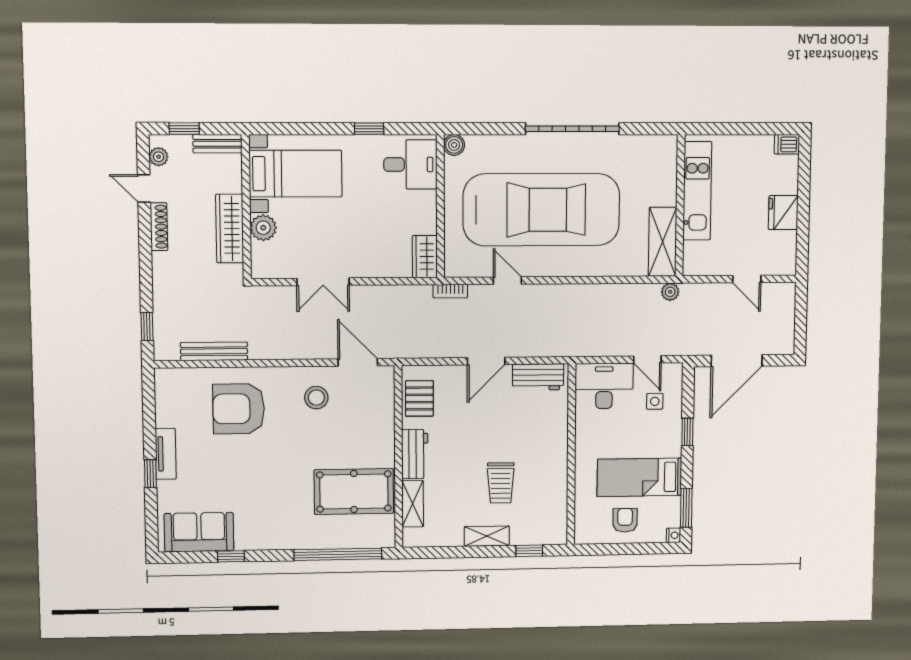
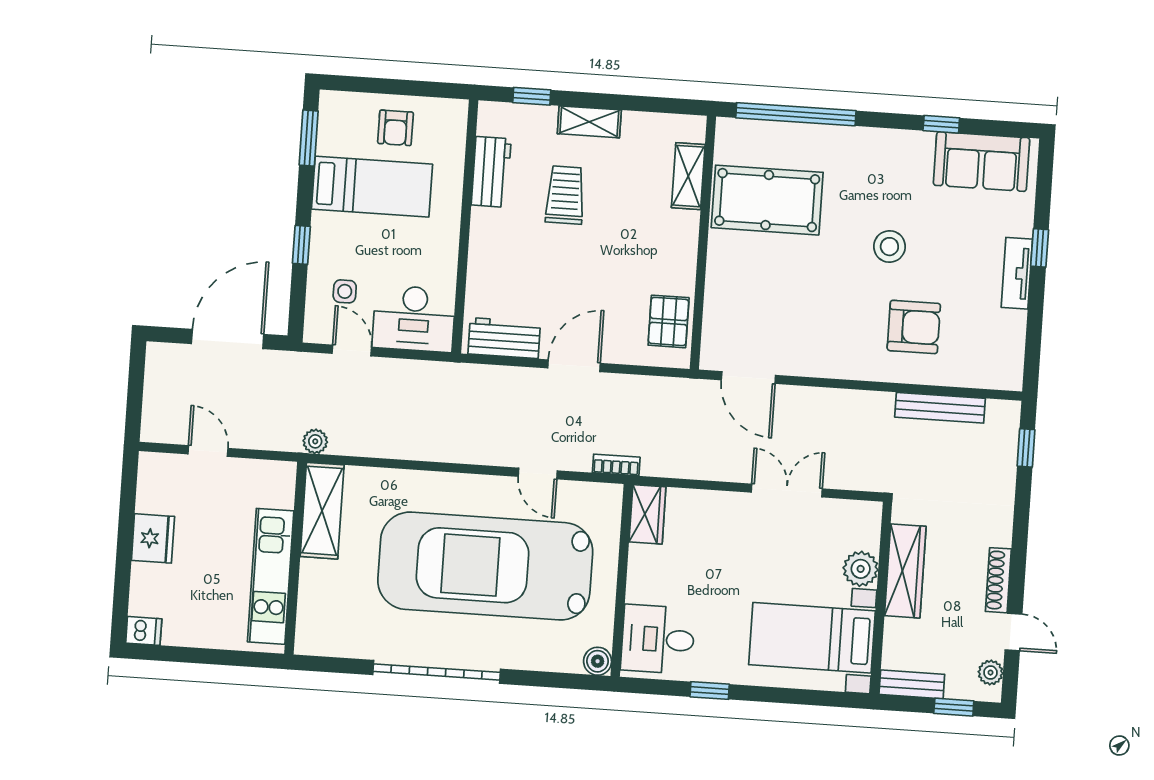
stool: (316, 398) -> (889, 247), moved
armchair: (239, 409) -> (914, 327), width x0.73, depth x0.73
workbench: (415, 454) -> (491, 172), moved, turned 180
nightstand: (673, 535) -> (329, 101), removed

